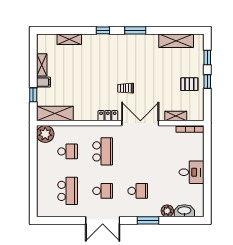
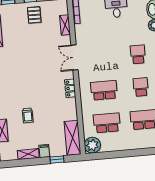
trolley: (126, 88) -> (28, 115), moved
double door: (140, 123) -> (75, 58), width x0.73
school desk: (68, 151) -> (107, 123), width x1.85

